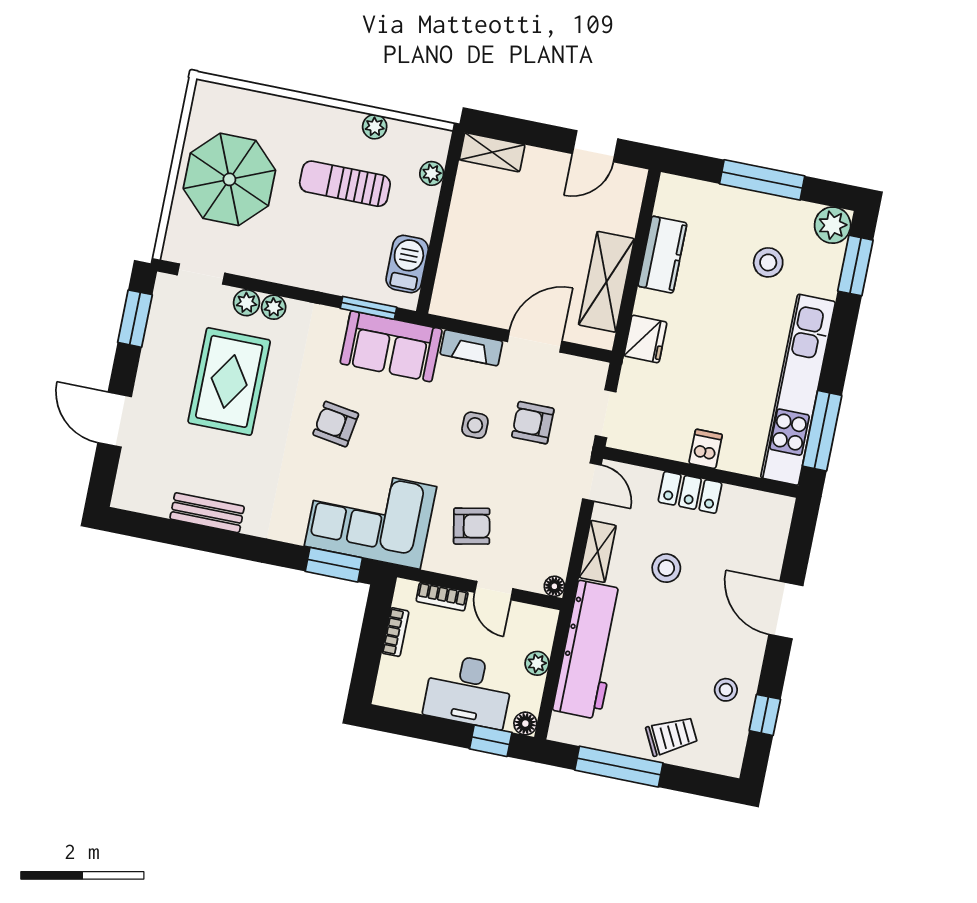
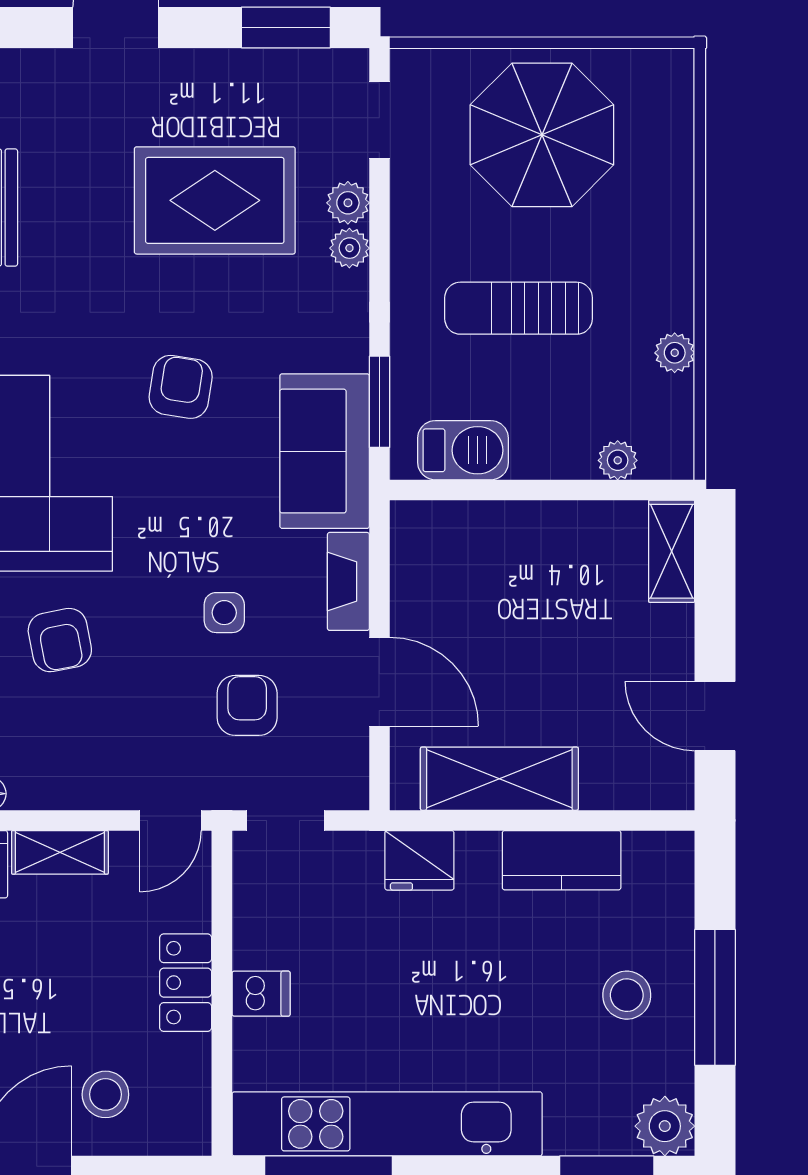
sun lounger: (345, 184) -> (519, 308), moved, turned -90
stool: (768, 262) -> (627, 995), moved
stool: (666, 568) -> (105, 1094), moved

